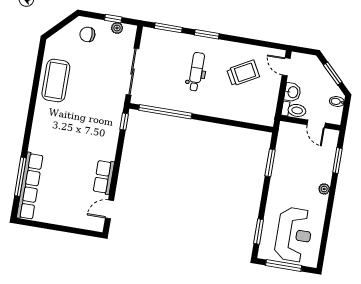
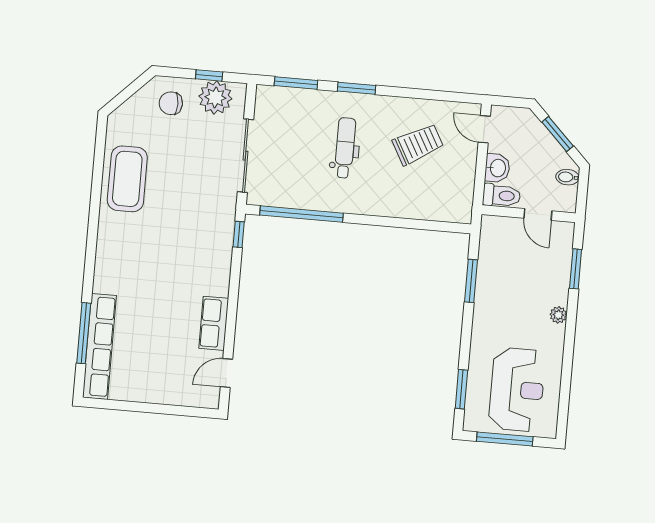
plant: (117, 28) -> (215, 97), width x1.88, depth x1.88

